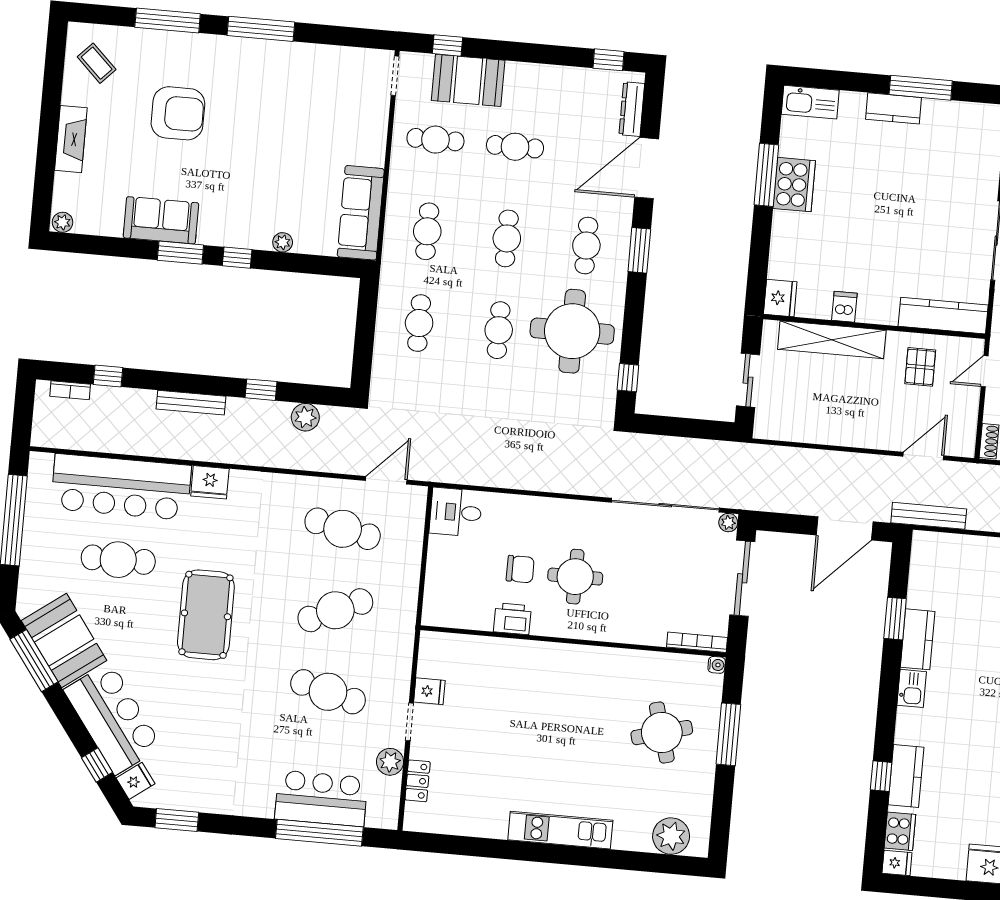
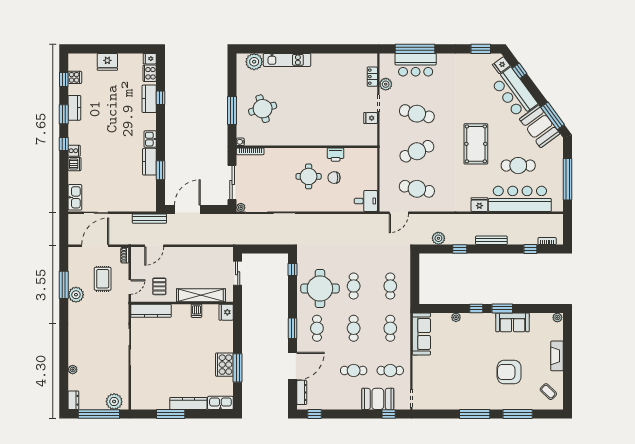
kitchen counter: (893, 108) -> (188, 403), width x1.50
kitchen unit: (560, 830) -> (287, 60), moved

